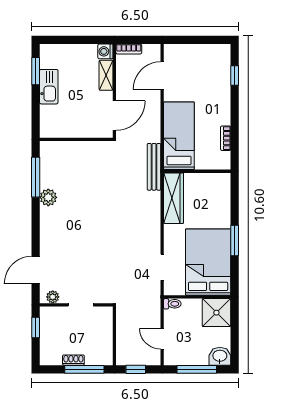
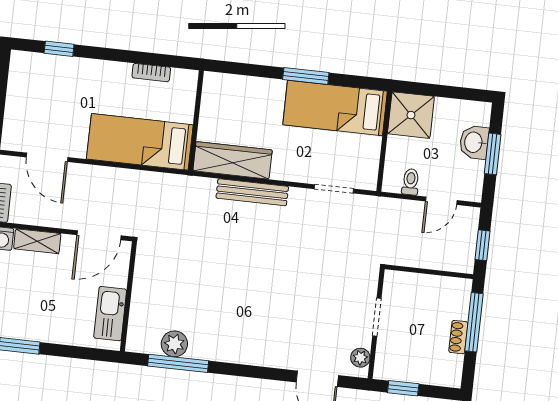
kitchen sink: (49, 87) -> (110, 314), moved, turned -90
door: (114, 116) -> (99, 235), swing flipped
bench: (154, 167) -> (252, 192), moved
plant: (48, 197) -> (174, 344), moved
bed: (208, 262) -> (335, 108), width x0.67
toilet: (172, 304) -> (411, 182), moved
washbasin: (220, 356) -> (474, 142), moved
window: (197, 369) -> (493, 154), width x0.69

